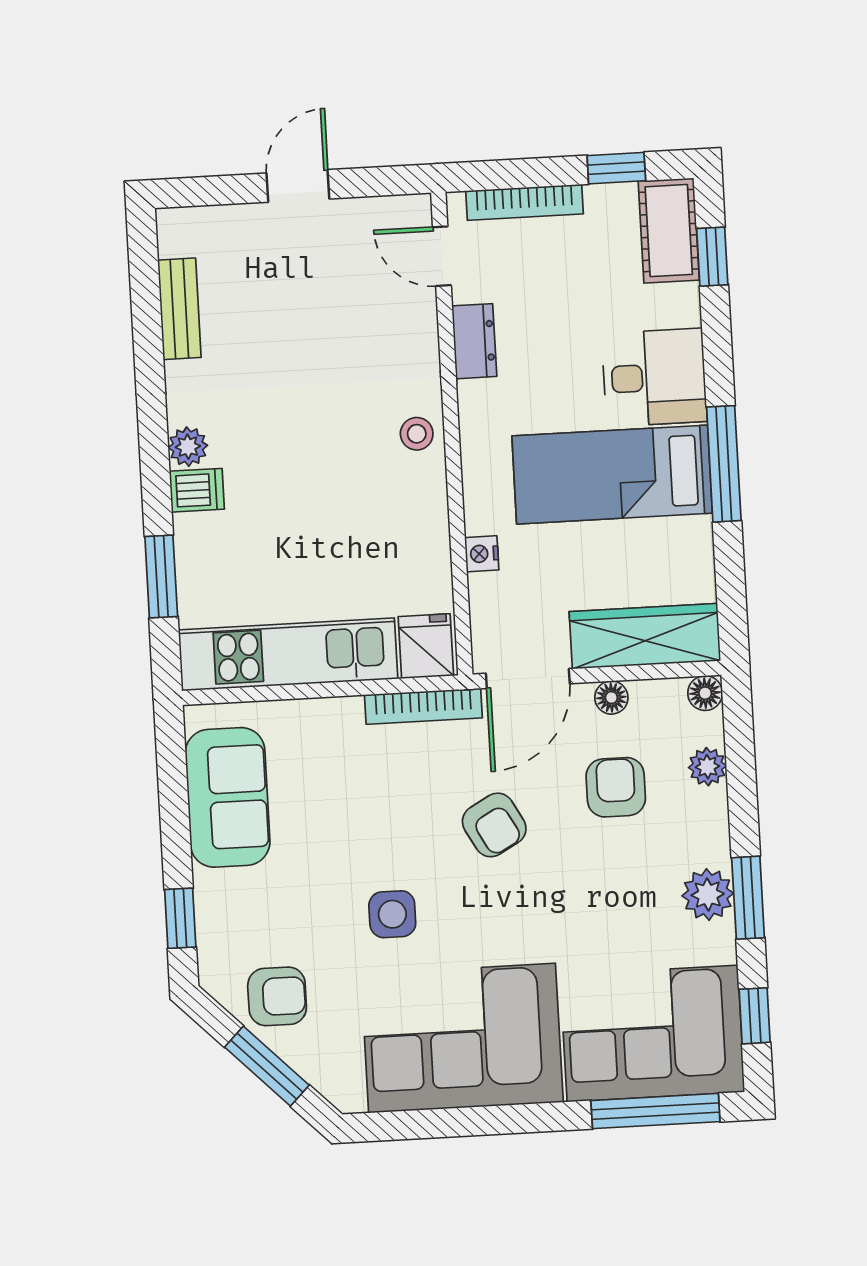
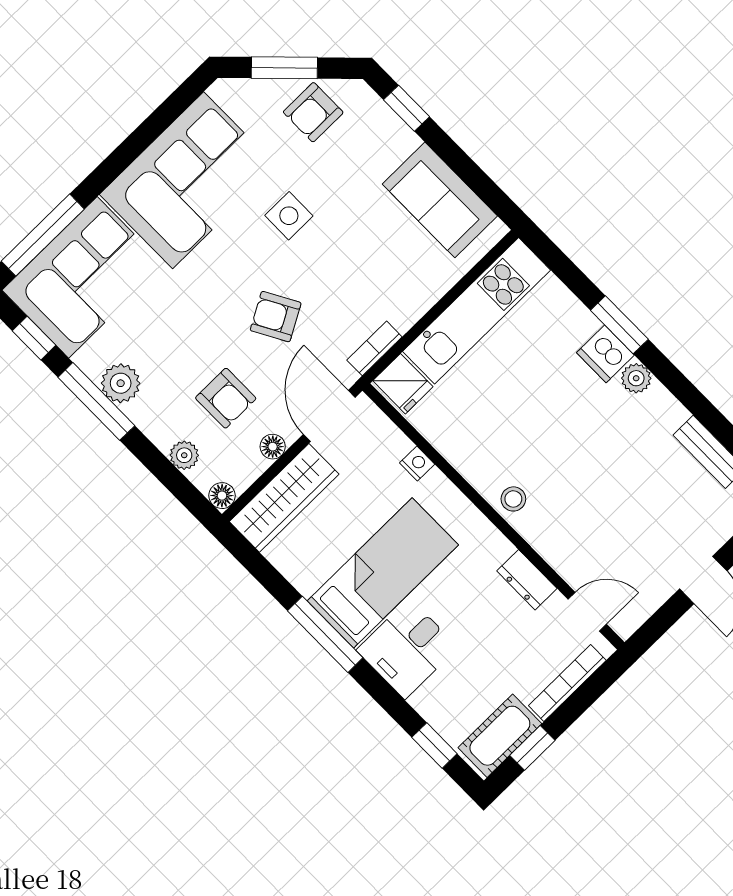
cot: (669, 231) -> (500, 736), moved, turned 90
dishwasher: (197, 490) -> (605, 354), width x1.38
window: (161, 576) -> (619, 325), moved
bookcase: (423, 706) -> (374, 348), width x0.64
window: (748, 898) -> (96, 401), width x1.44

